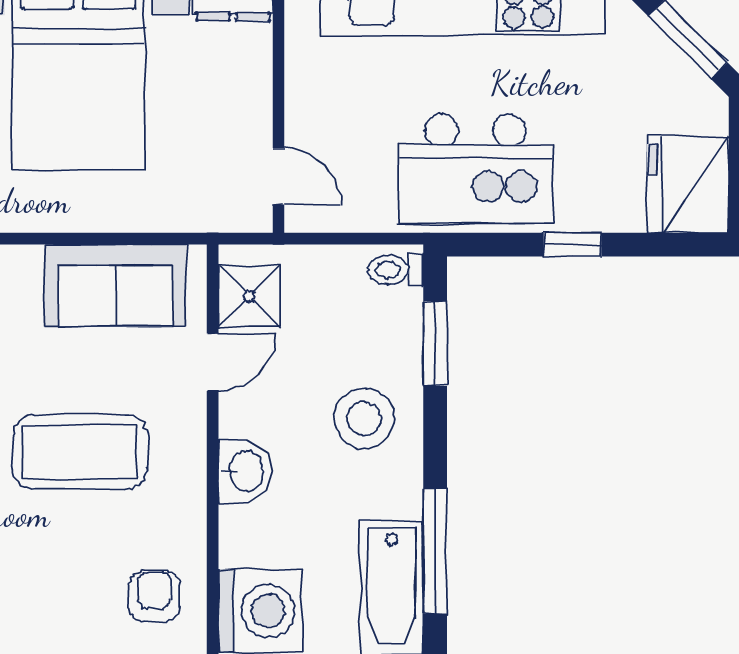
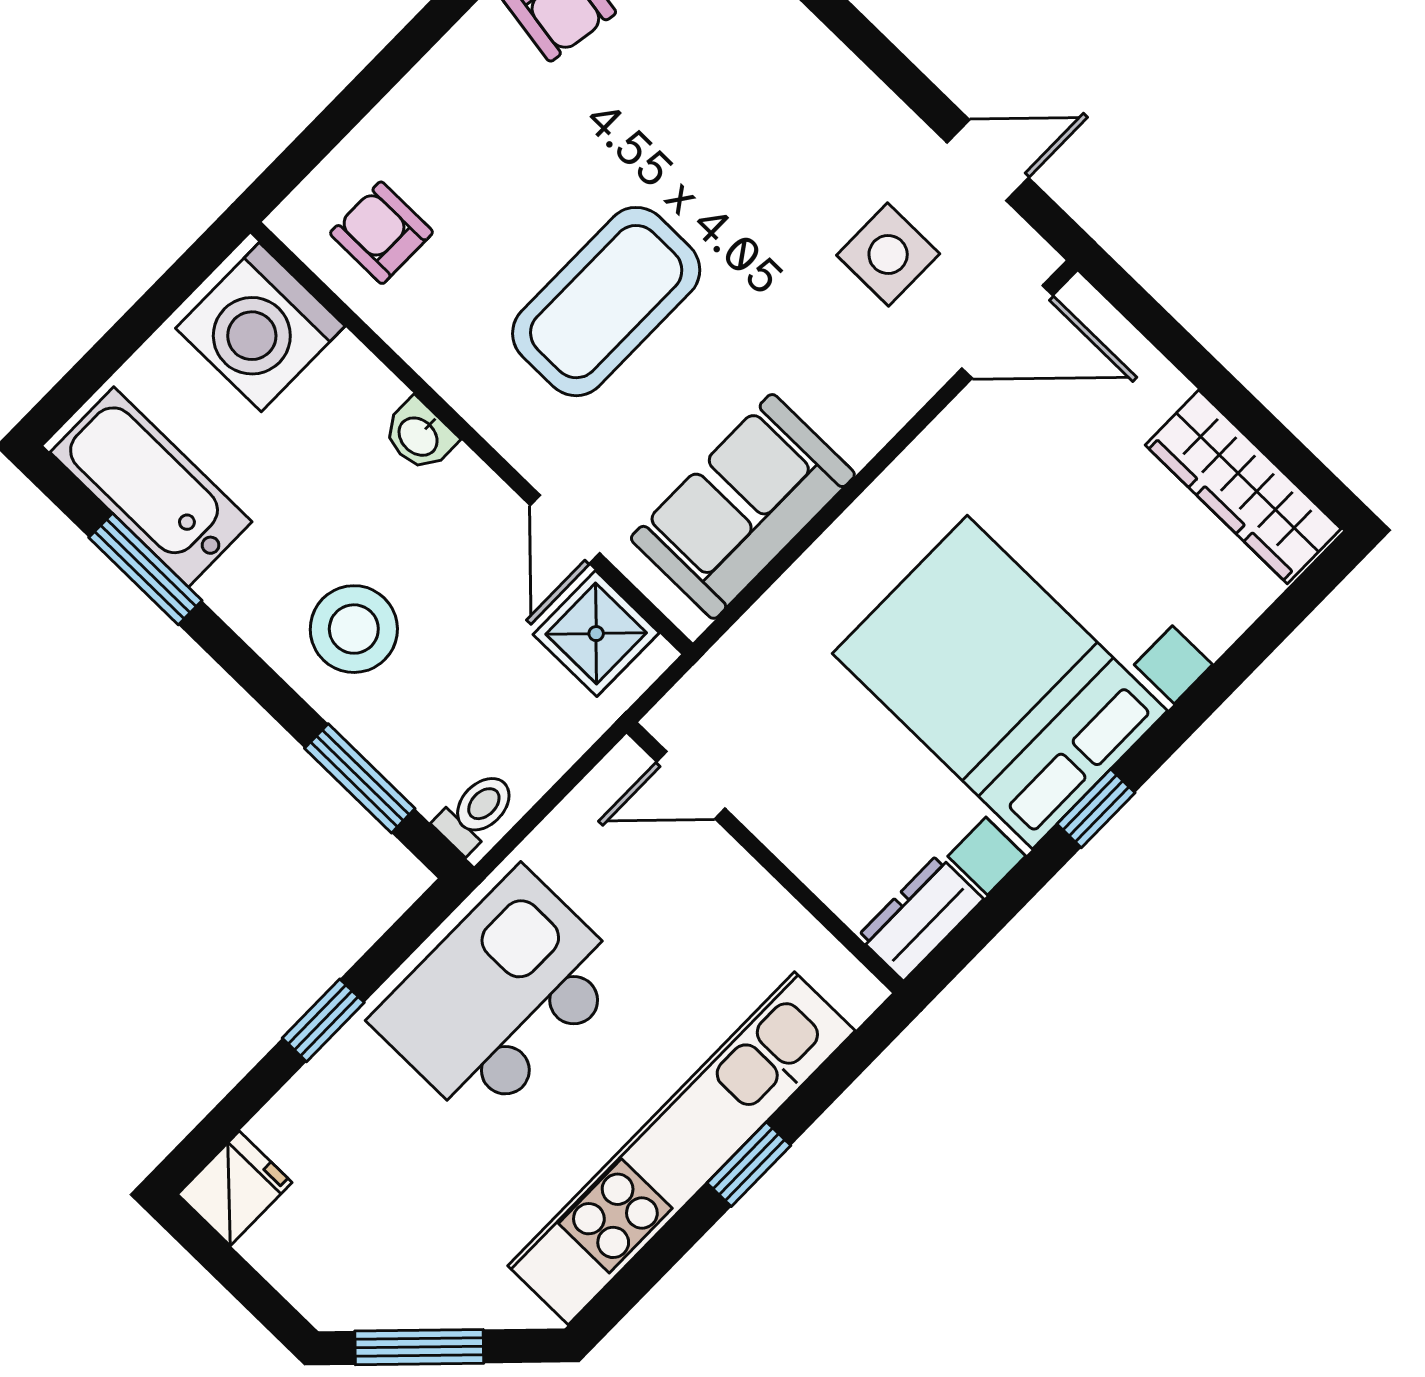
fridge: (688, 185) -> (235, 1188), width x0.53, depth x0.75
washbasin: (245, 471) -> (419, 435), width x0.72, depth x0.69
window: (435, 551) -> (145, 569), width x0.69
armchair: (154, 596) -> (381, 233), turned 180

